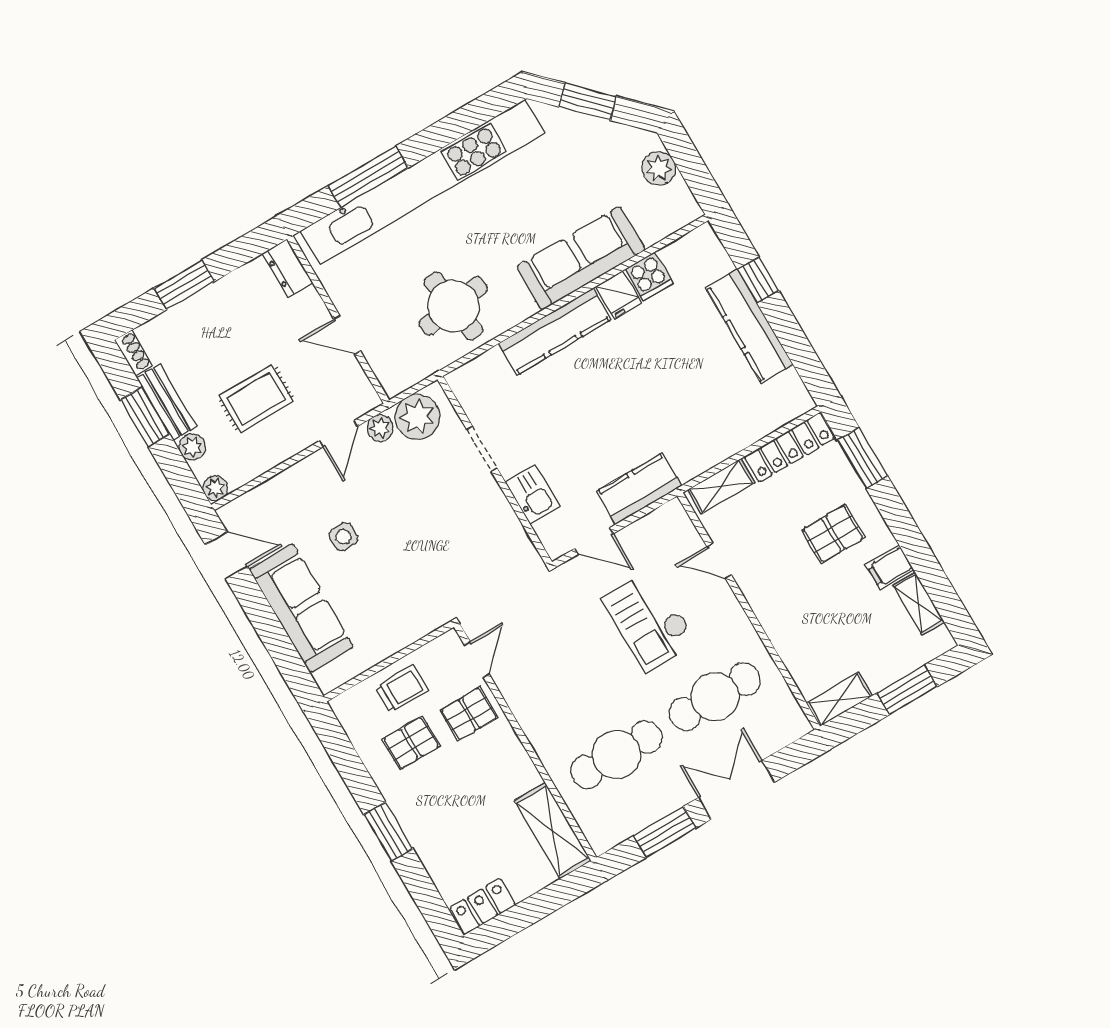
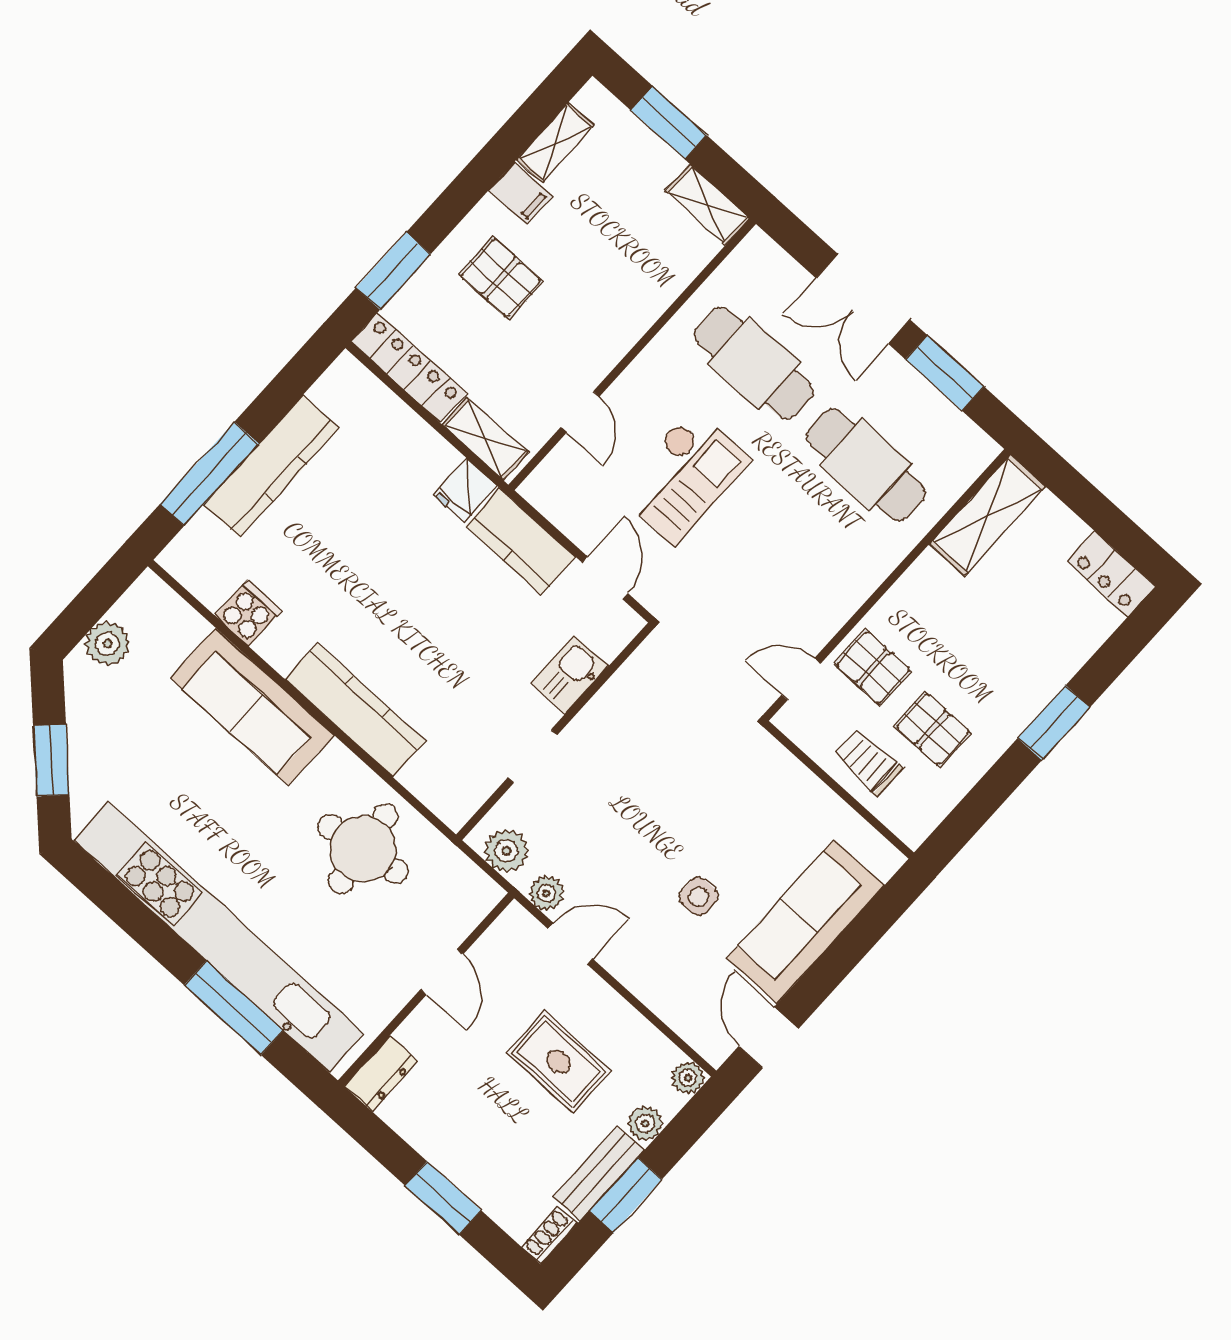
window: (758, 280) -> (209, 474), width x2.17
fridge: (619, 295) -> (465, 490), moved, turned 180
plant: (418, 417) -> (506, 851), width x0.73, depth x0.73

